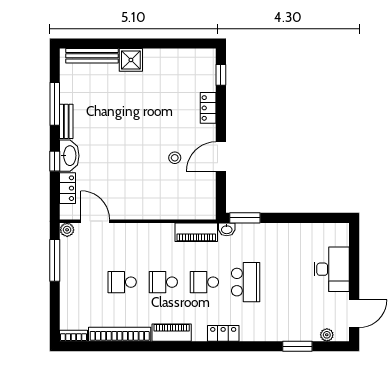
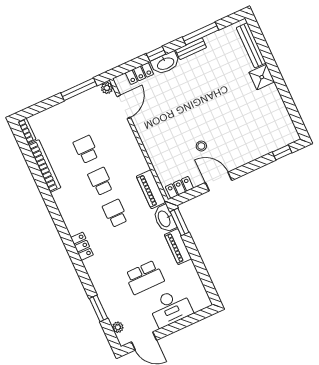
locker: (208, 108) -> (179, 187), moved
washbasin: (227, 229) -> (165, 219), width x1.91, depth x1.45
school desk: (246, 282) -> (144, 277), moved
piano: (172, 333) -> (178, 247), moved, turned 180

